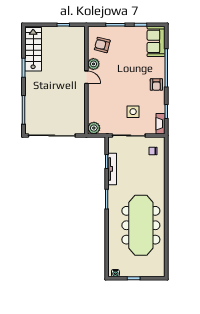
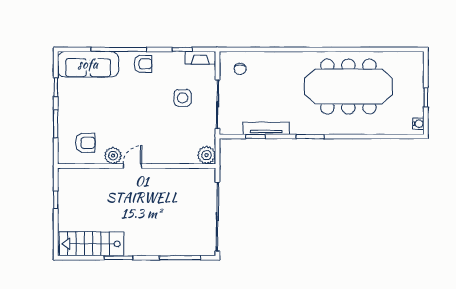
sofa: (156, 41) -> (88, 64), width x1.36
armchair: (102, 45) -> (85, 143), turned -104

